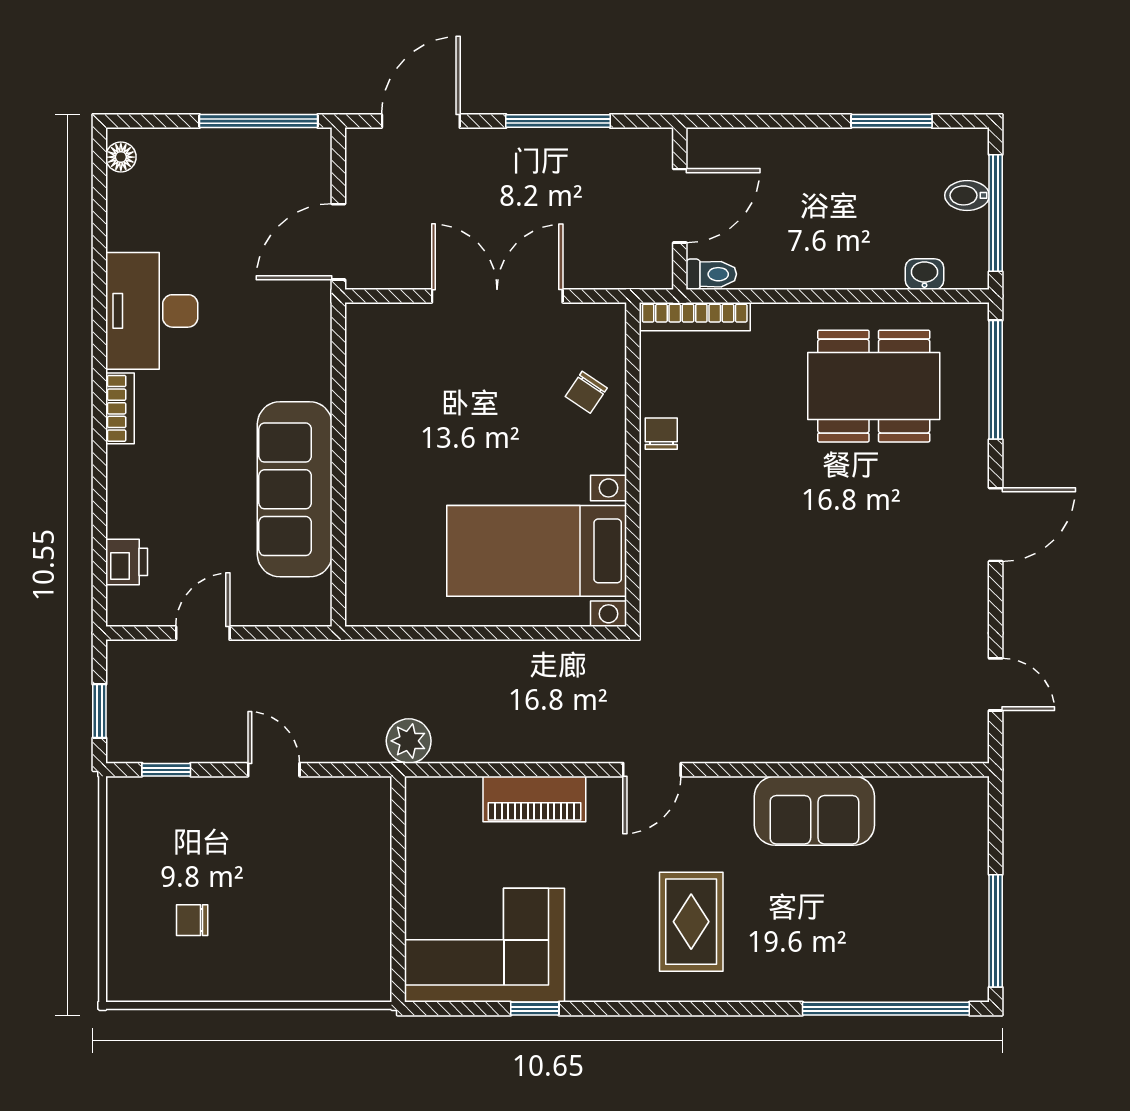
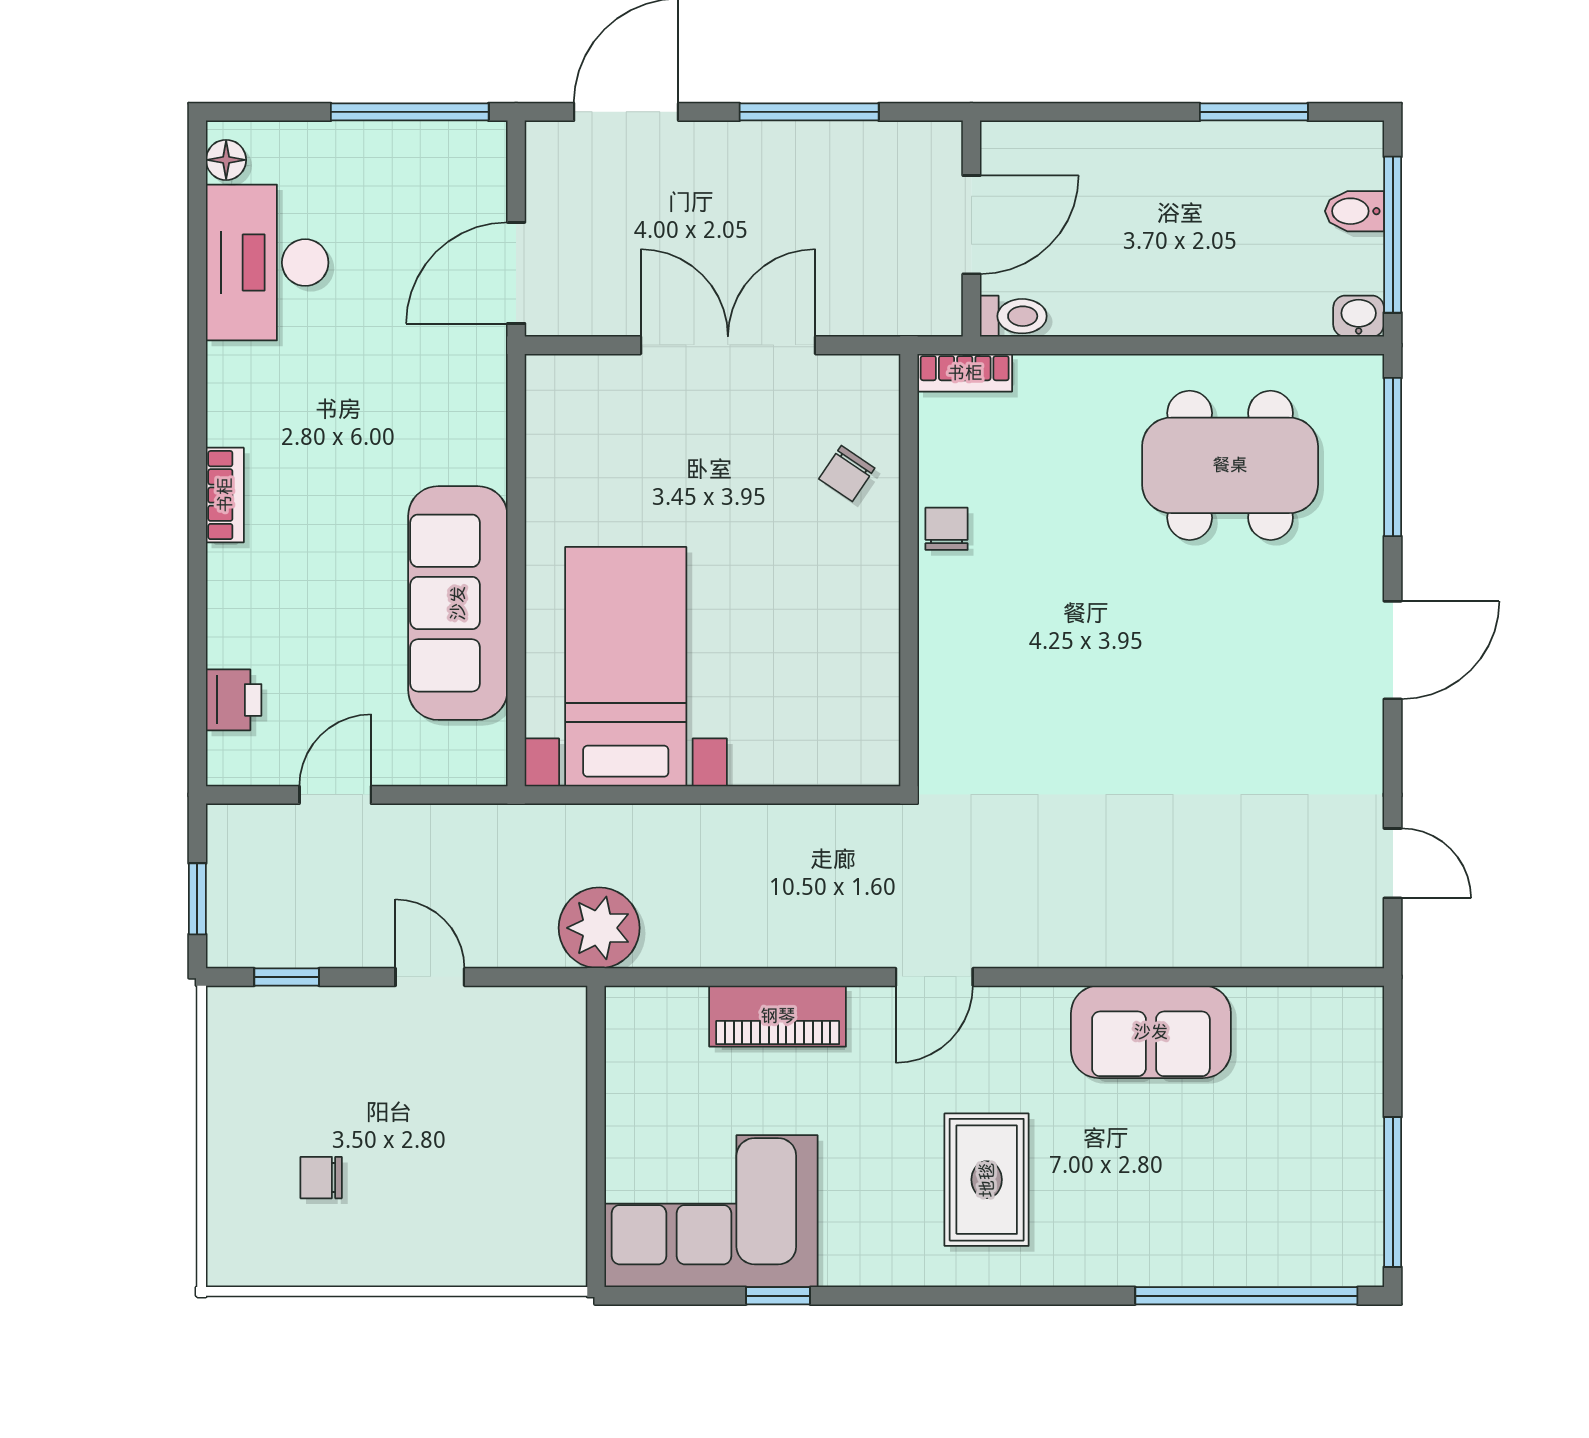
washbasin: (924, 274) -> (1359, 316), moved
desk: (152, 311) -> (267, 263), moved
bookcase: (695, 317) -> (965, 373), width x0.64
bed with nightstands: (537, 551) -> (626, 667), moved, turned 90
plant: (409, 741) -> (599, 928), width x1.36, depth x1.36

